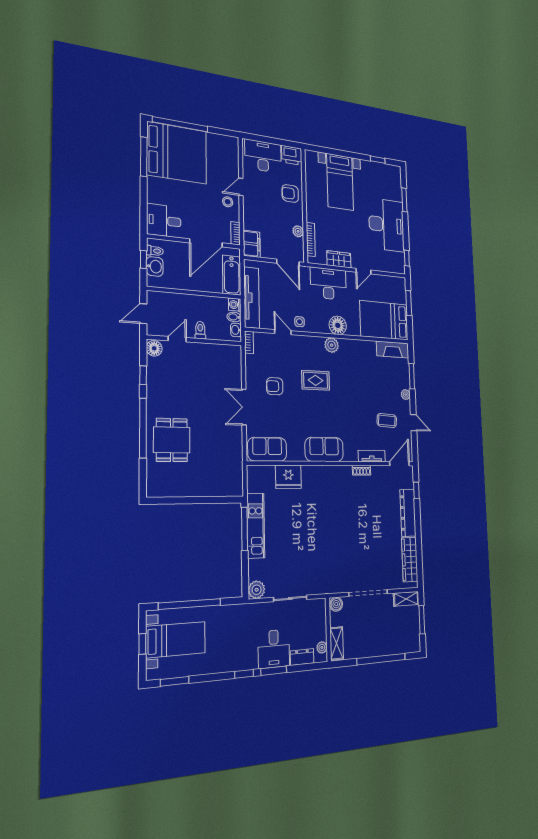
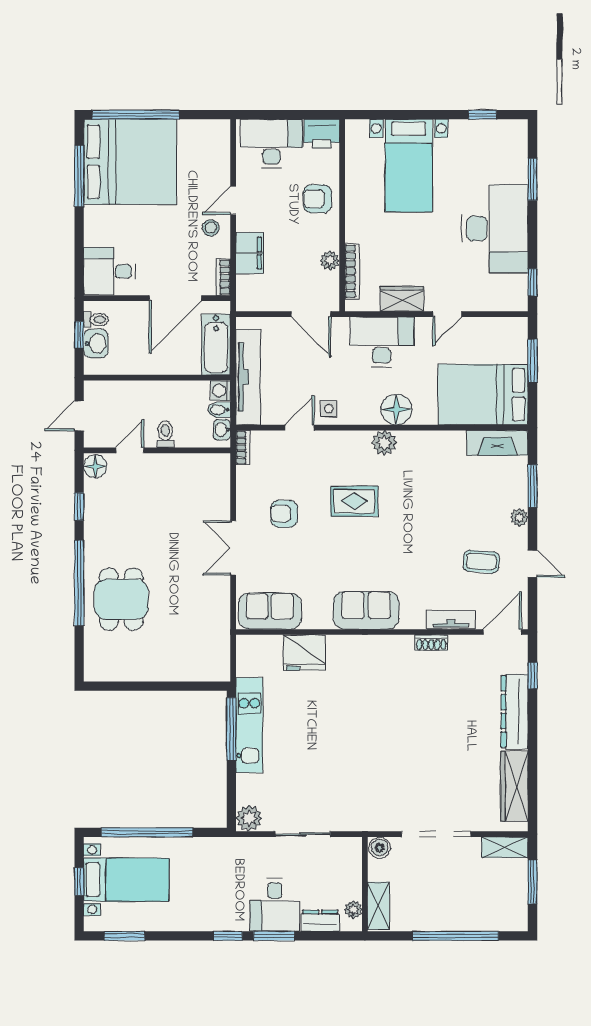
filing cabinet: (252, 244) -> (250, 253), moved
door: (283, 332) -> (300, 428), hinge flipped

